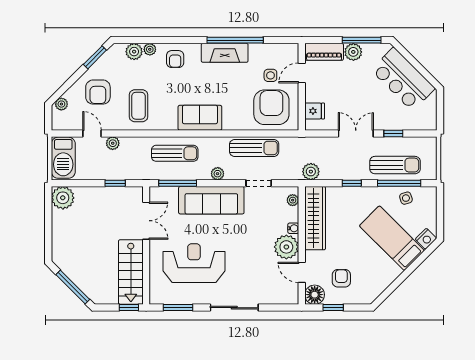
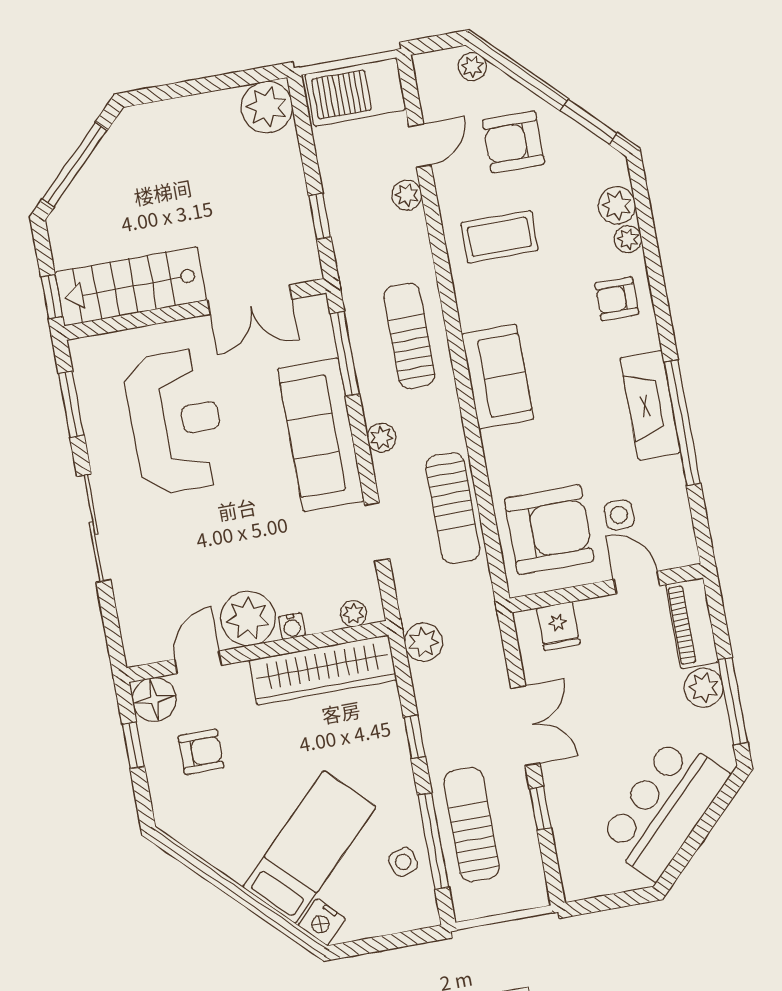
sun lounger: (175, 153) -> (409, 336), turned 180
sun lounger: (395, 165) -> (471, 824), turned 180

